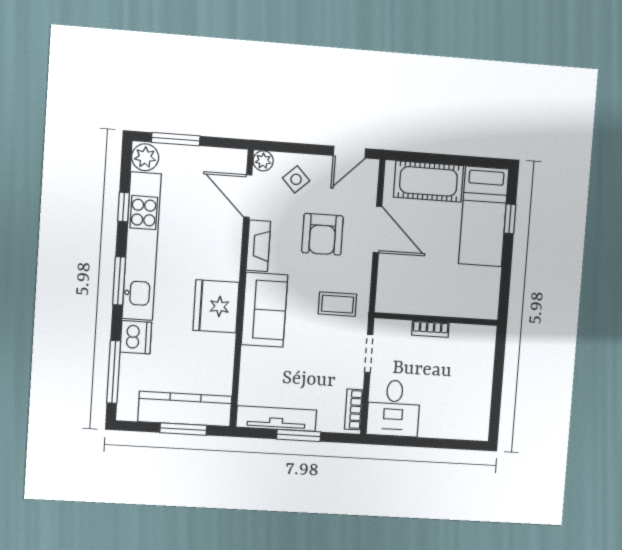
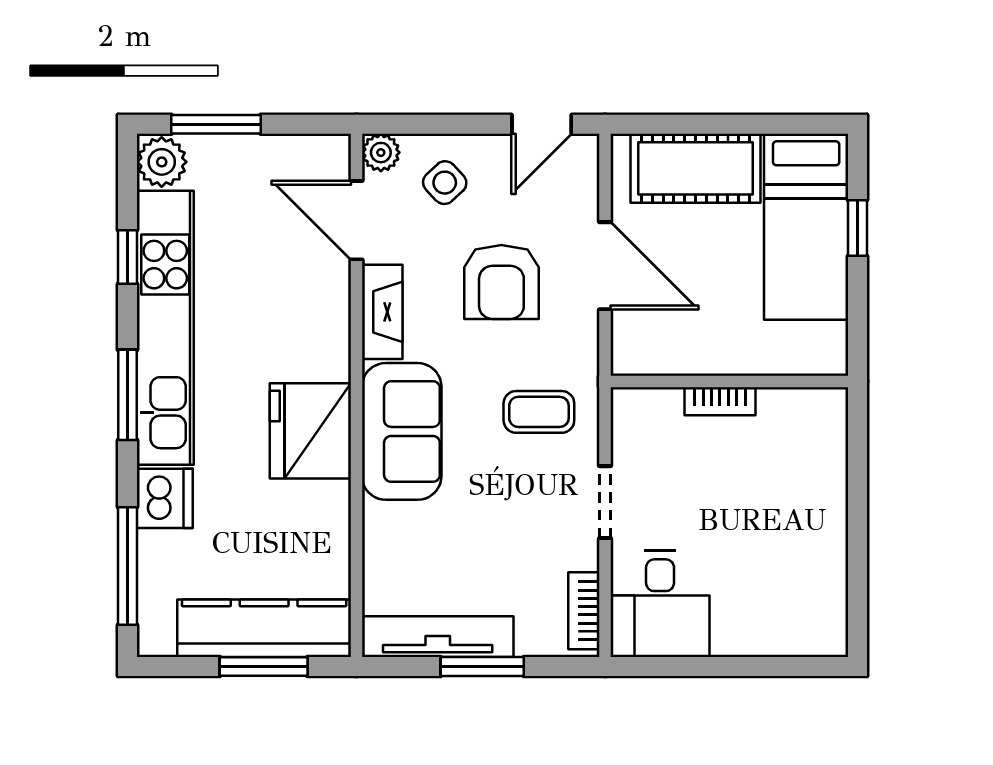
wall: (436, 319) -> (729, 381), moved
bookcase: (430, 329) -> (720, 401), moved

